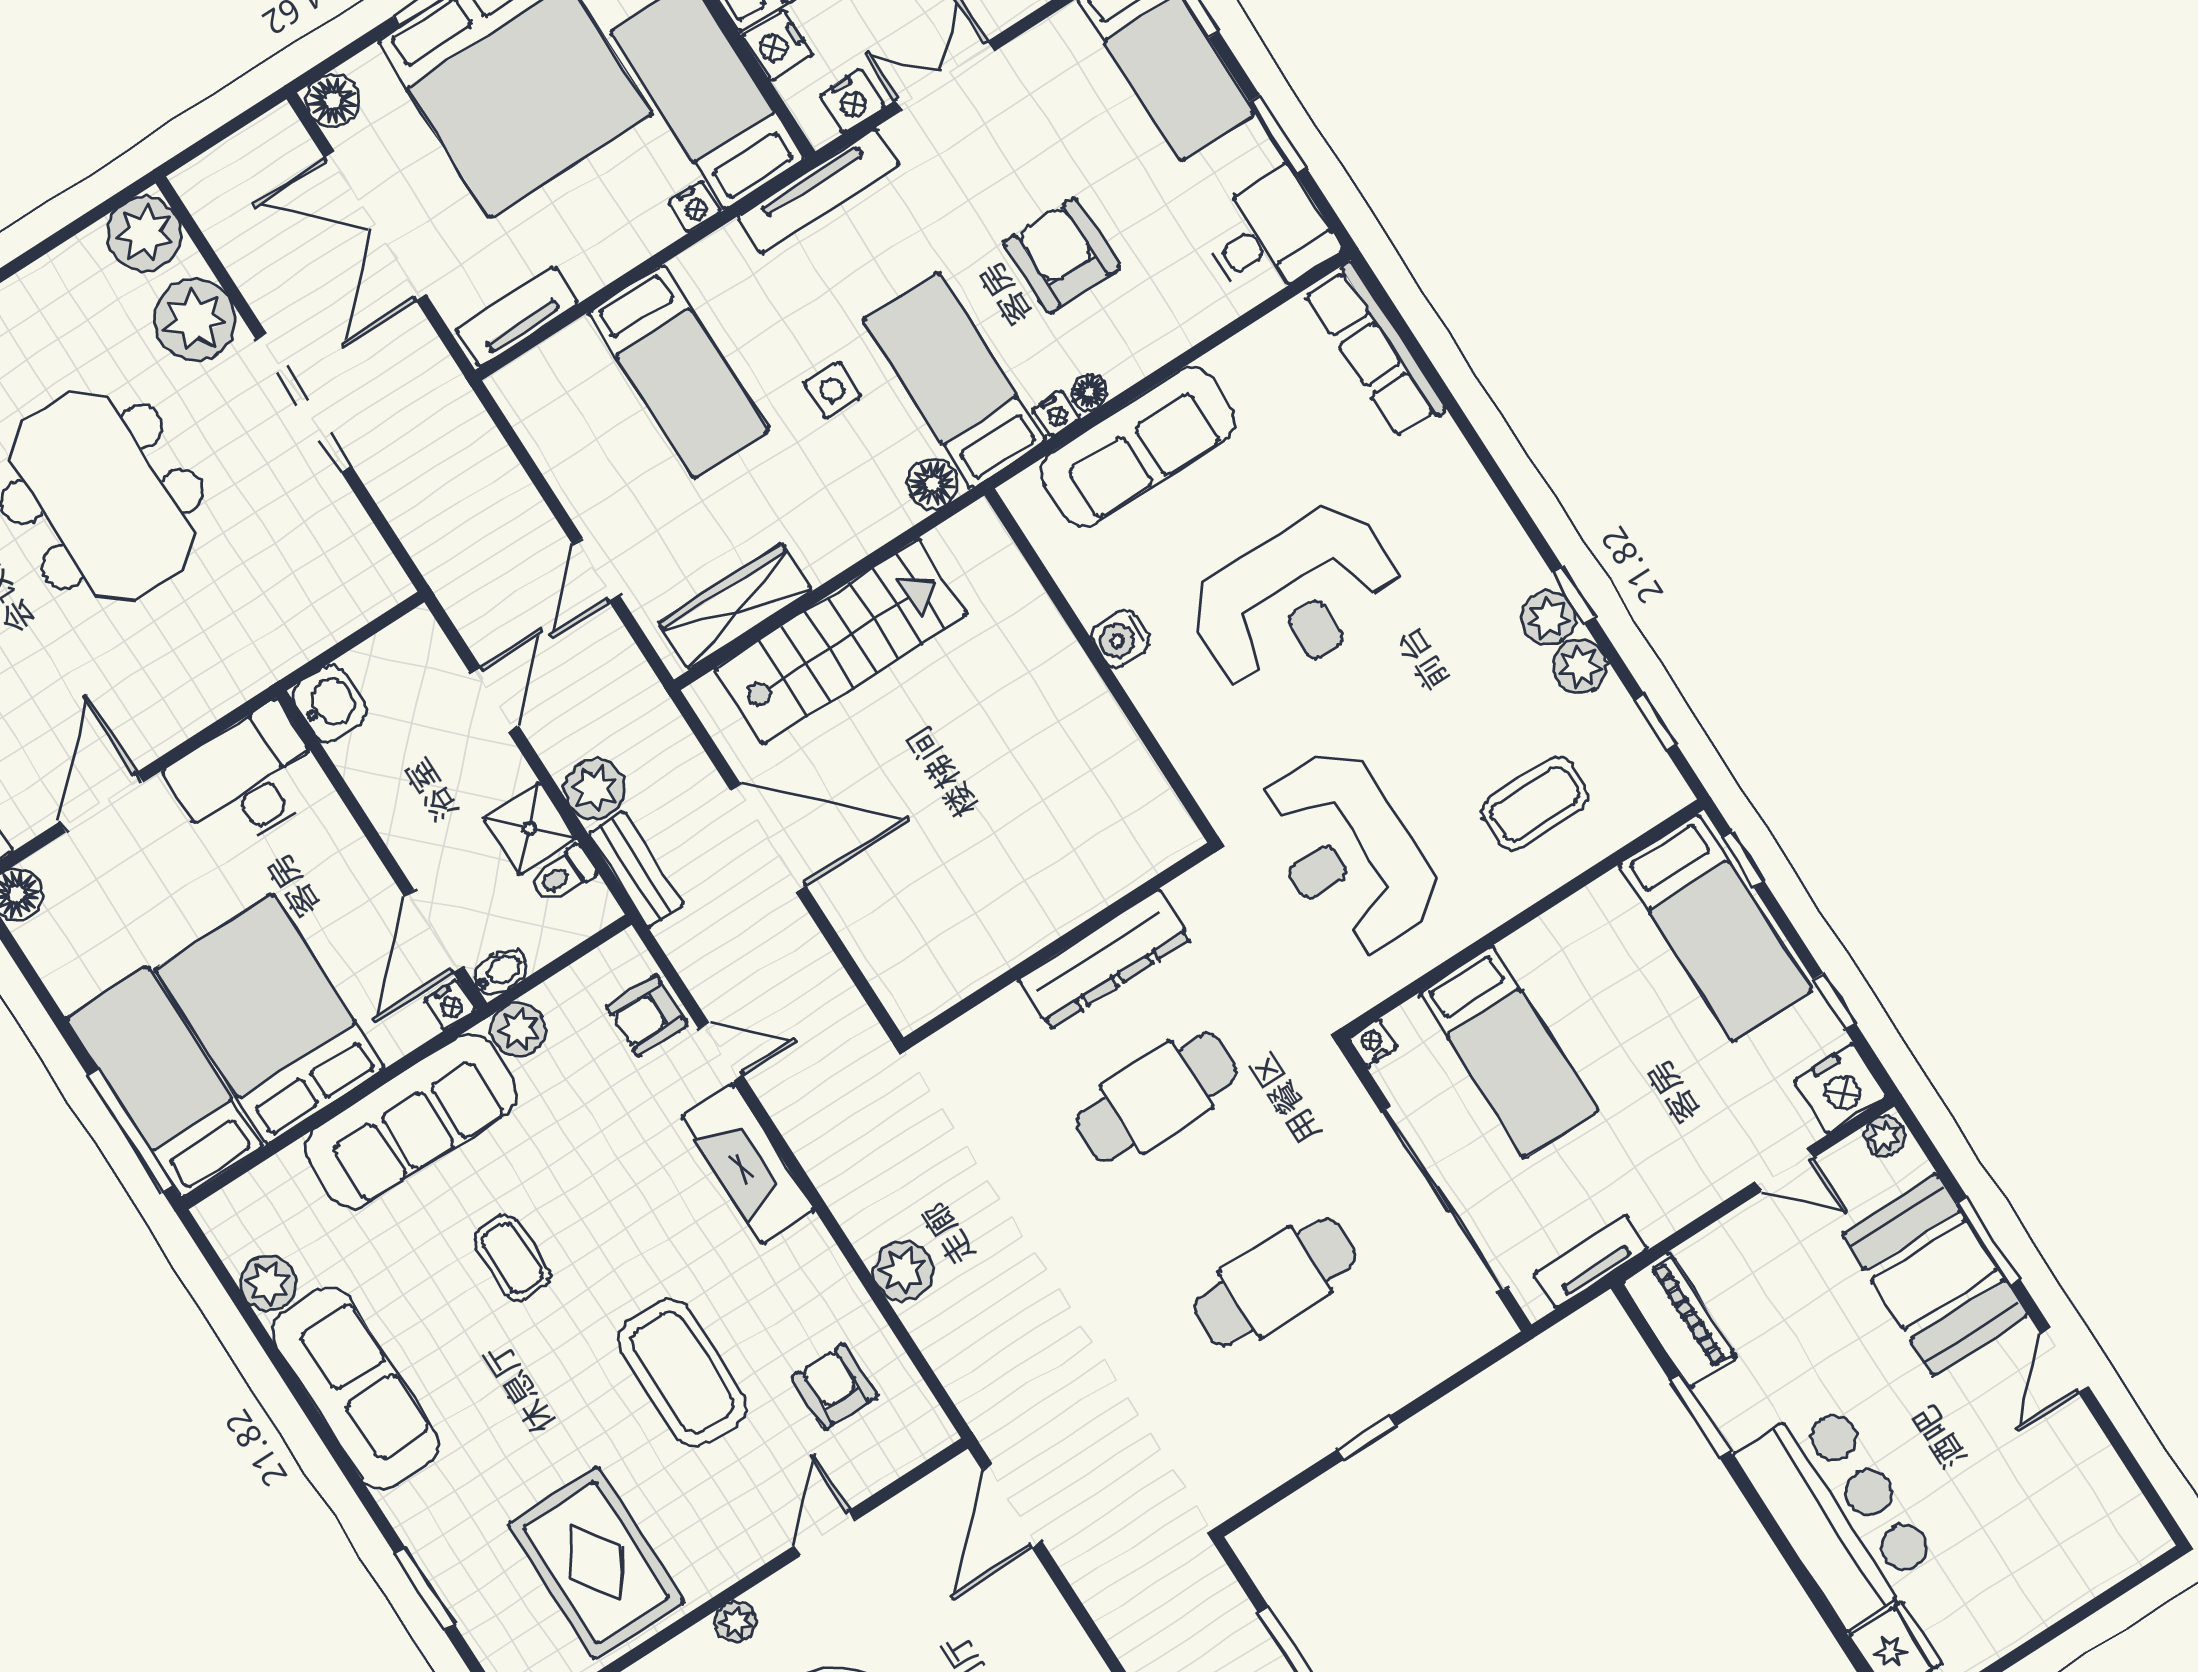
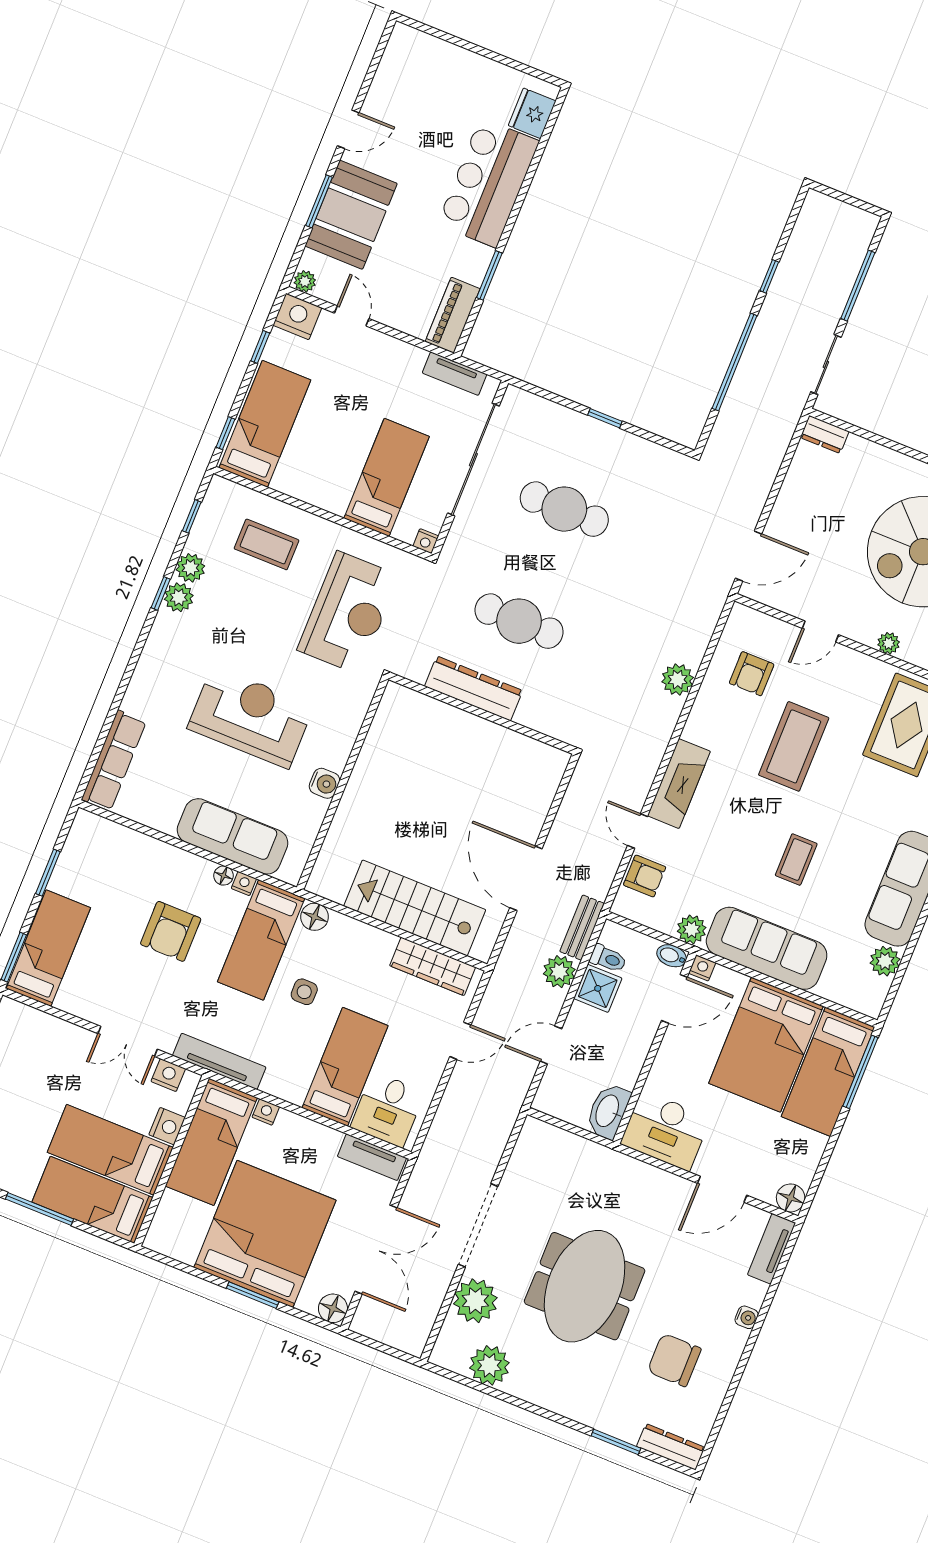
plant: (145, 234) -> (489, 1365), moved
desk: (1269, 236) -> (388, 1109), moved, turned -90
washbasin: (330, 704) -> (608, 1111), width x1.38

